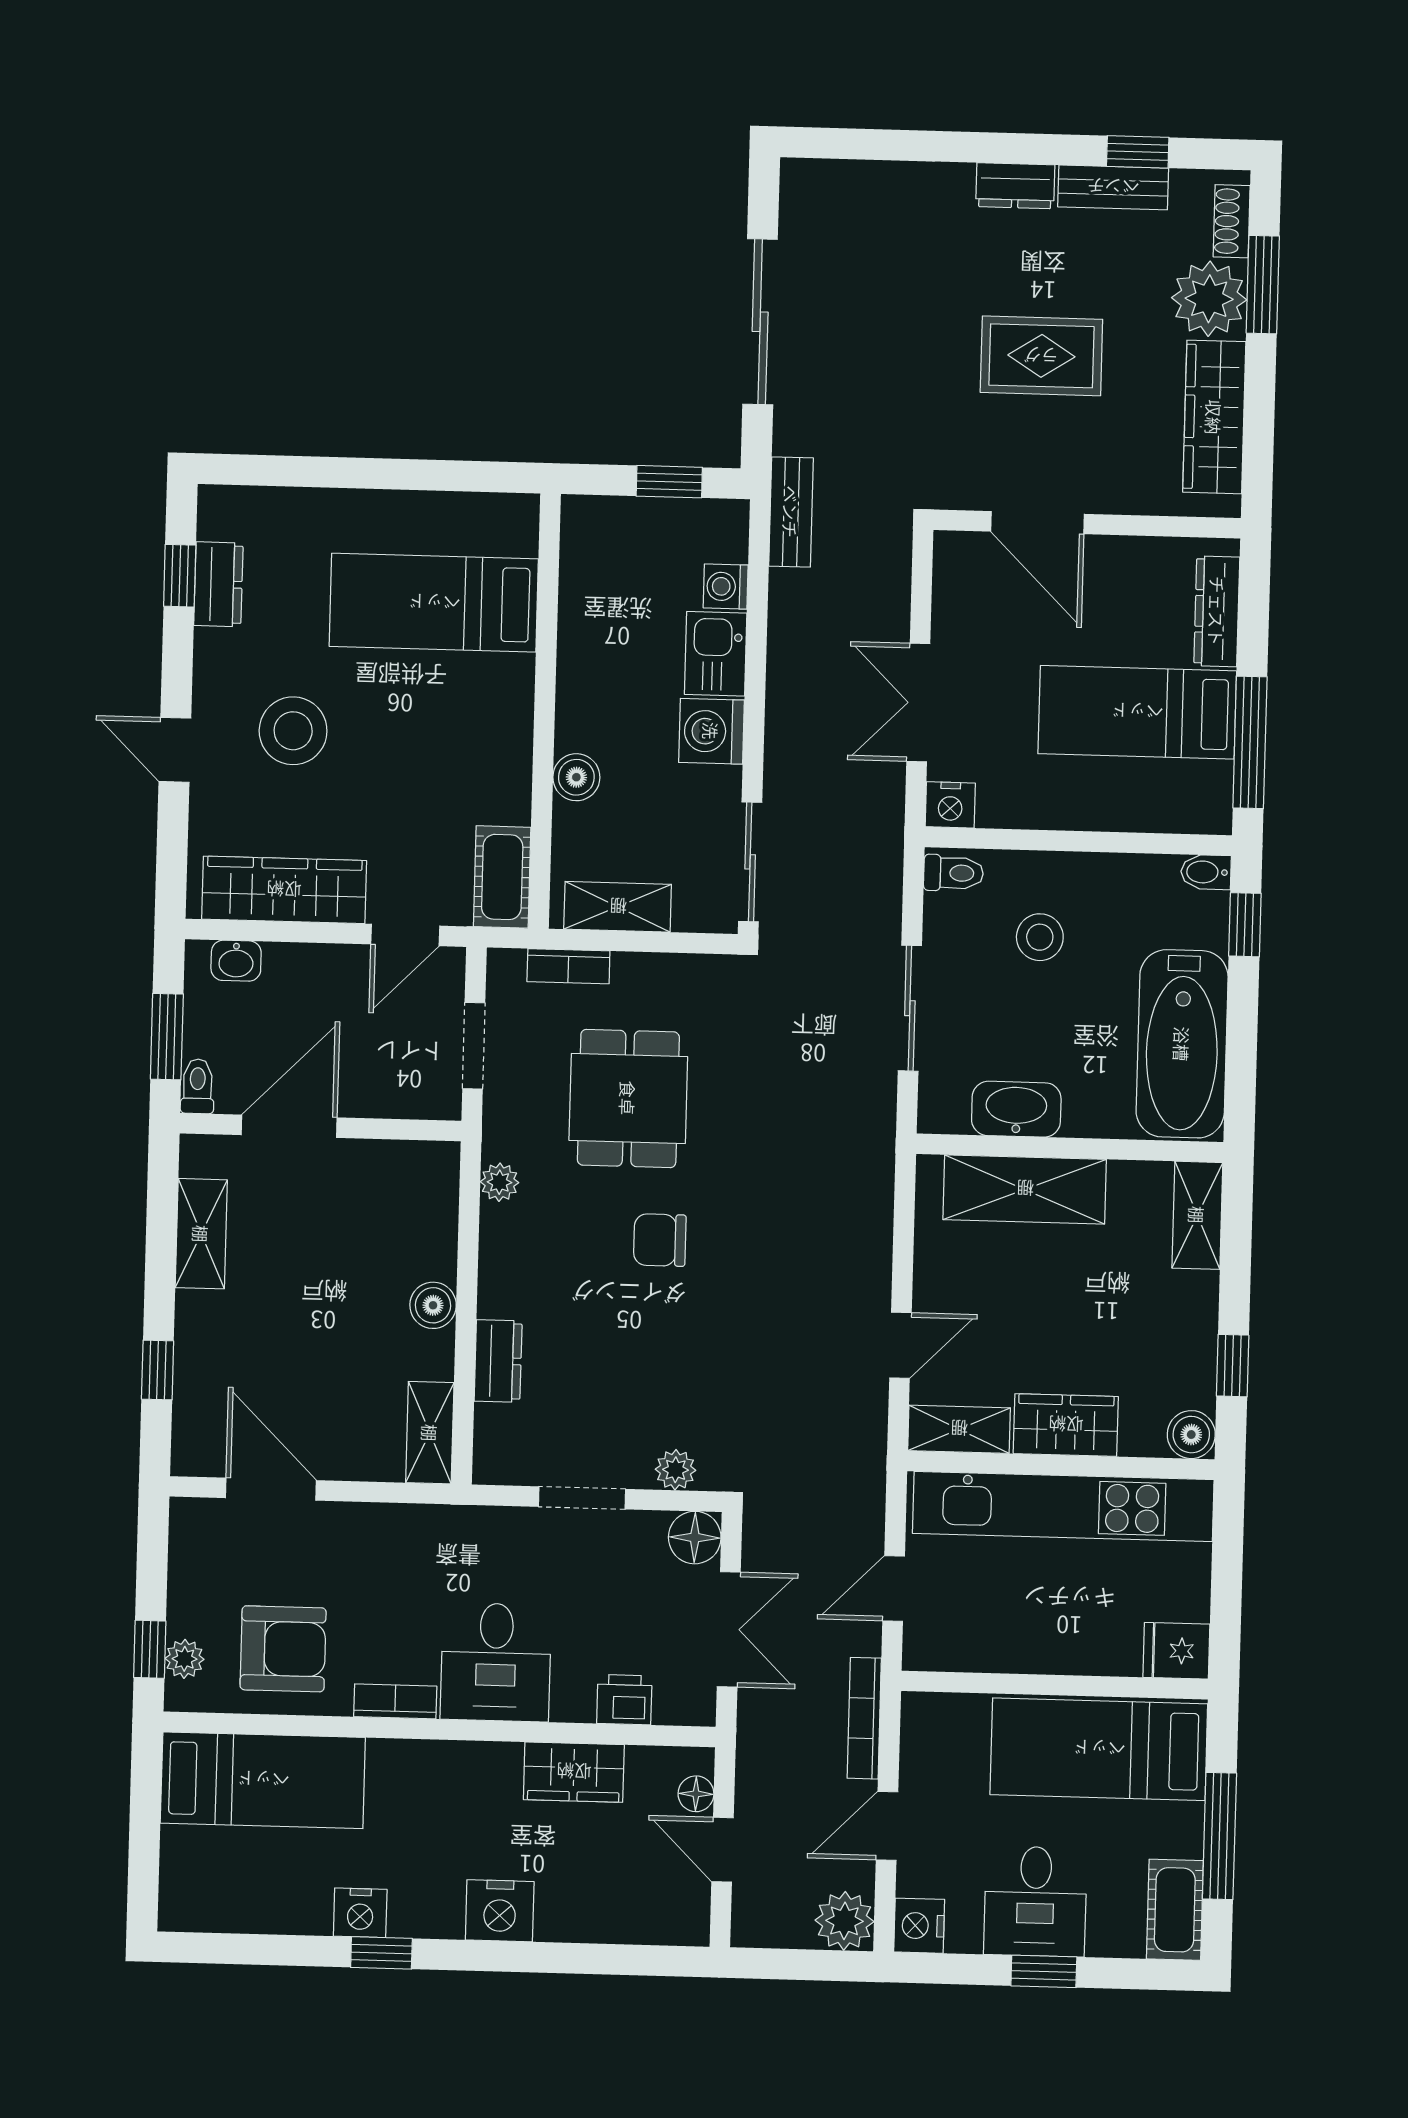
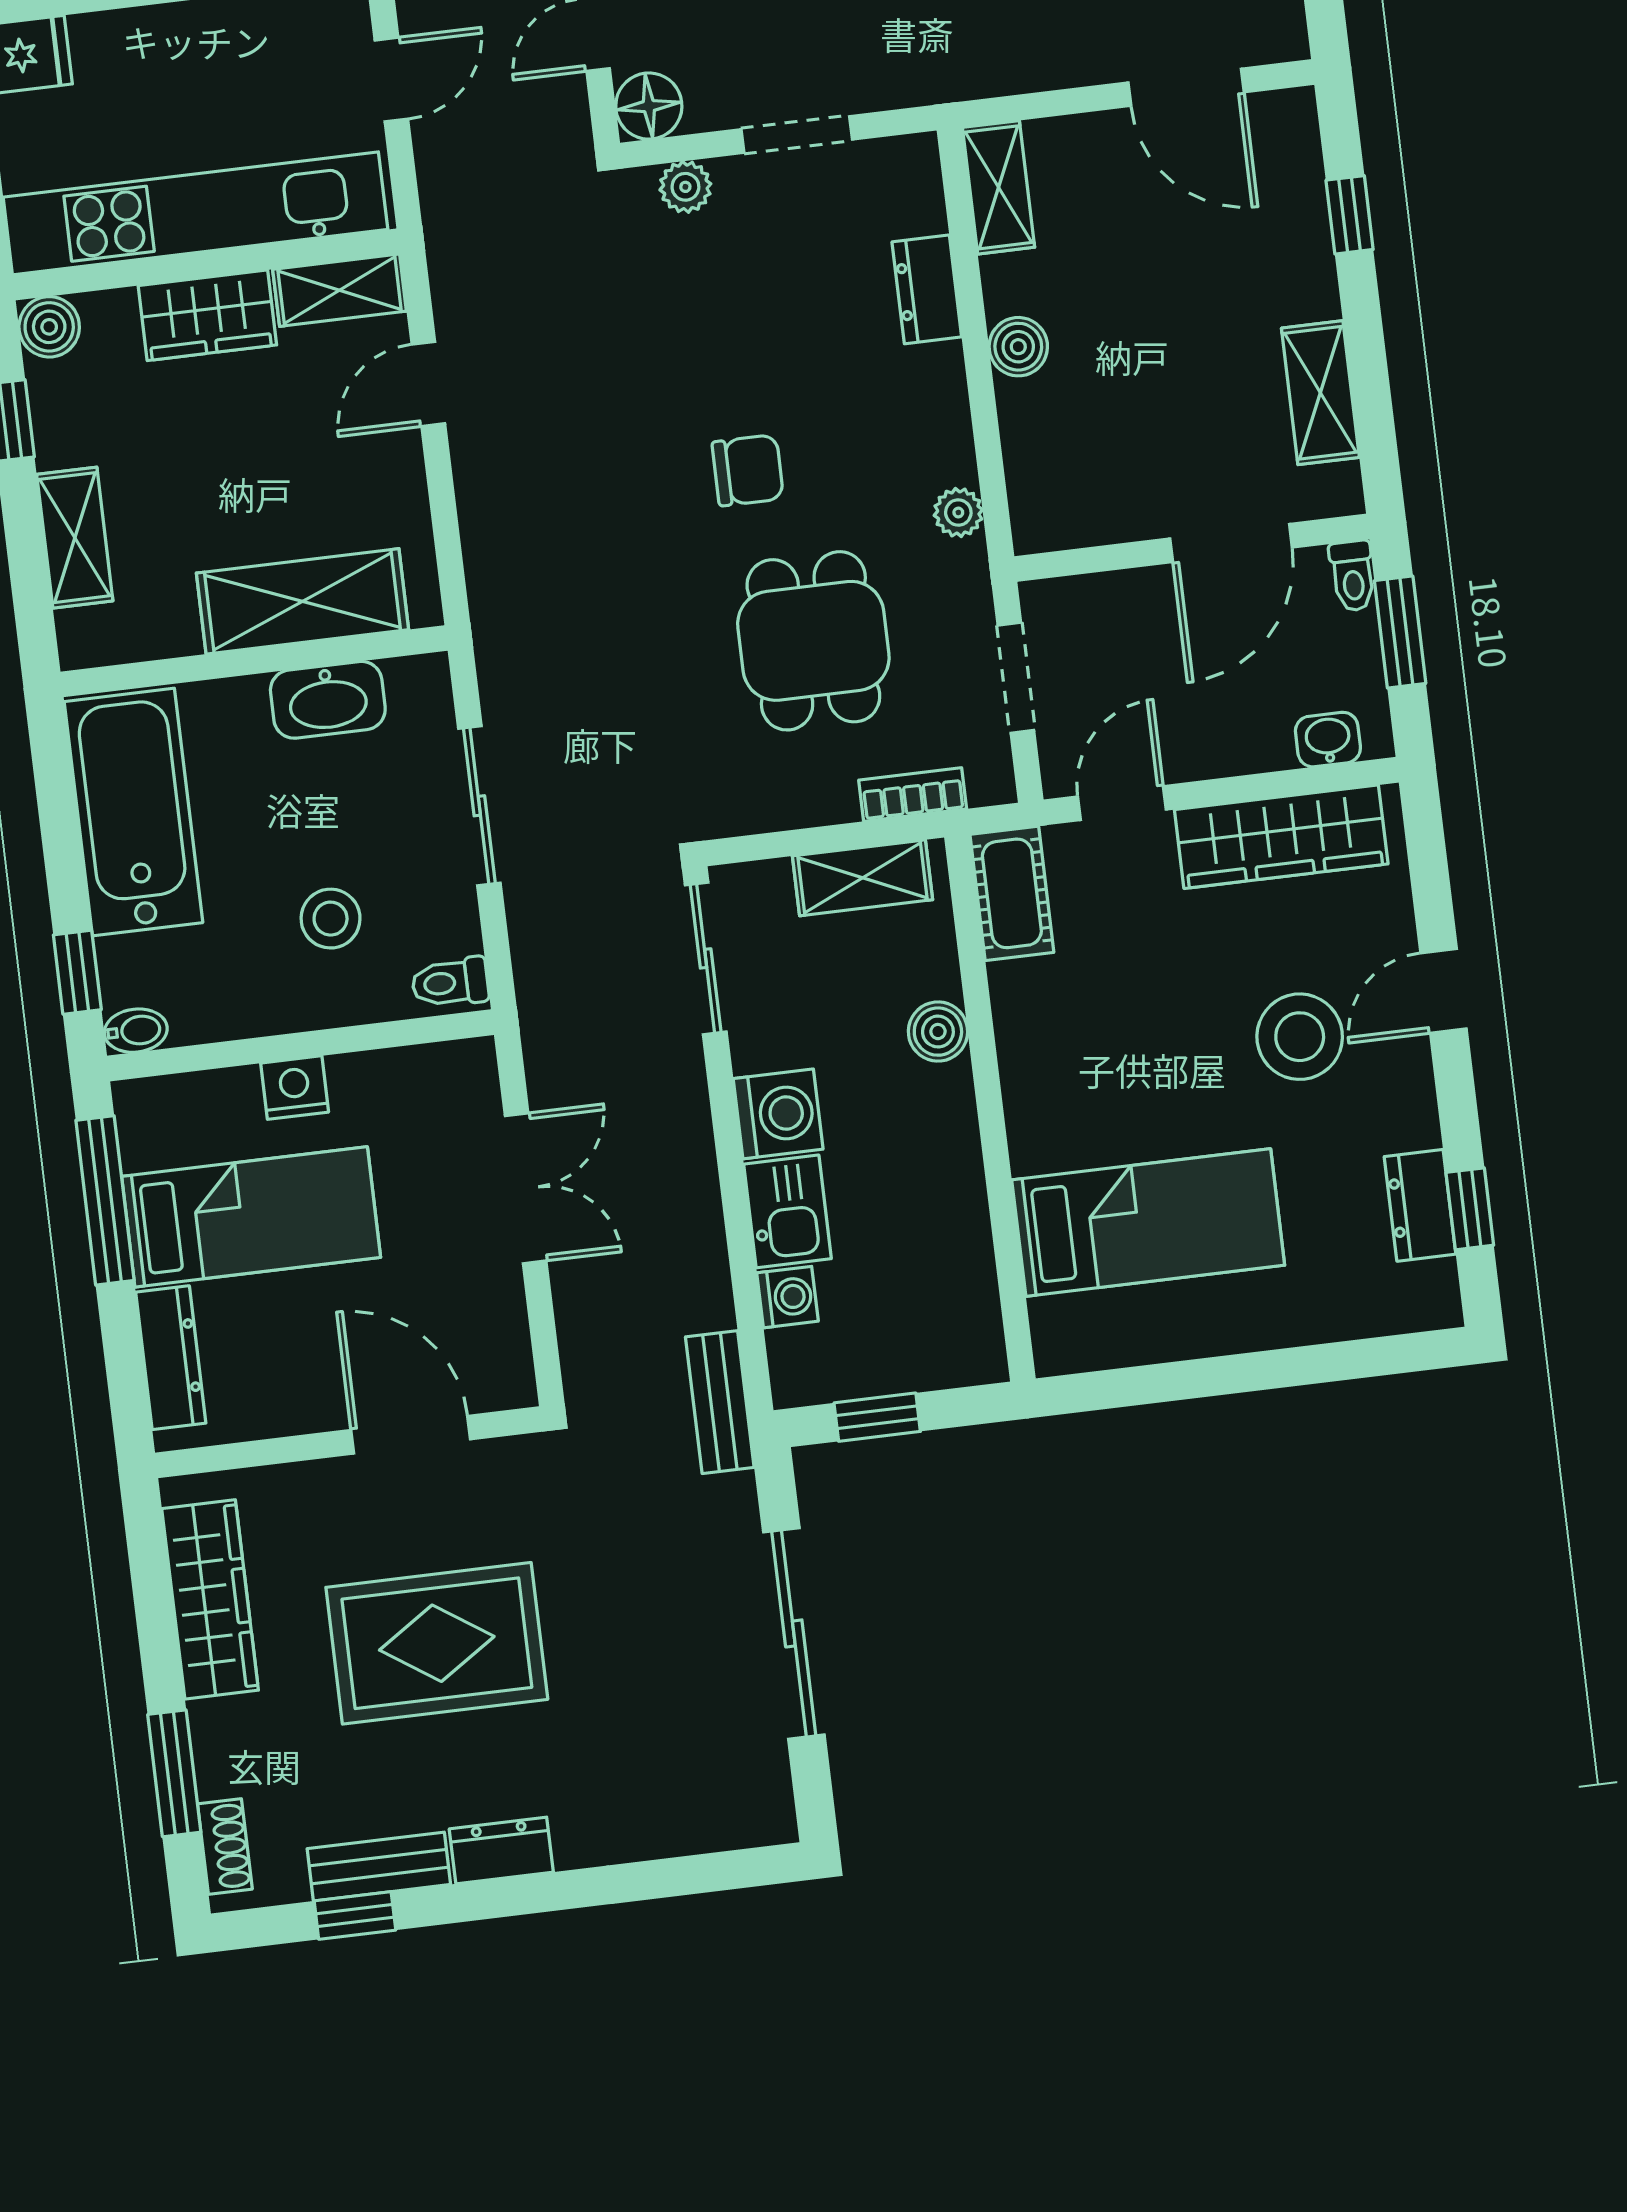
plant: (1209, 299) -> (238, 1746), removed
rug: (1041, 356) -> (437, 1643), width x1.36, depth x1.43
door: (175, 750) -> (1443, 991), swing flipped
nightstand: (950, 805) -> (295, 1088), moved
shelving: (1197, 1215) -> (75, 538), moved

